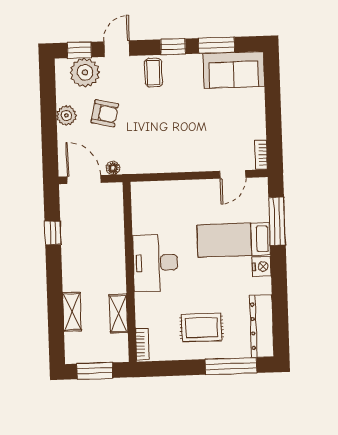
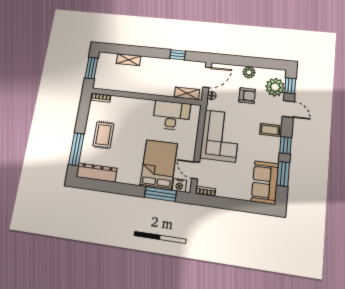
armchair: (105, 113) -> (247, 96), turned -103
corner sofa: (174, 145) -> (220, 136), added
bed: (234, 240) -> (159, 165), width x1.50
desk: (155, 263) -> (171, 115), moved
nightstand: (262, 267) -> (179, 185), moved
shelving: (119, 313) -> (187, 93), moved

